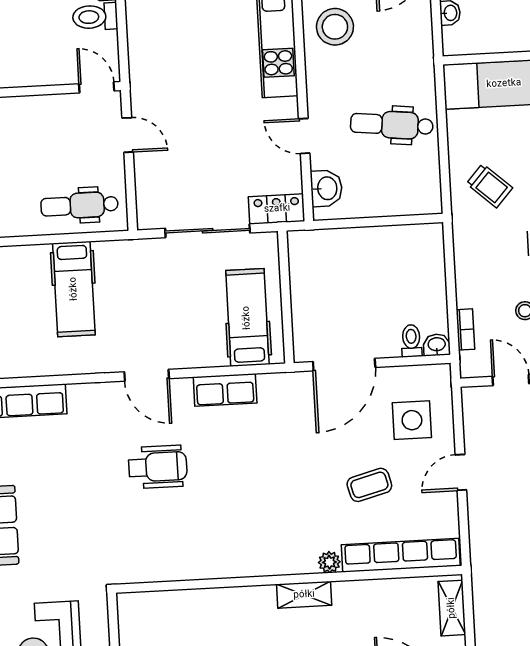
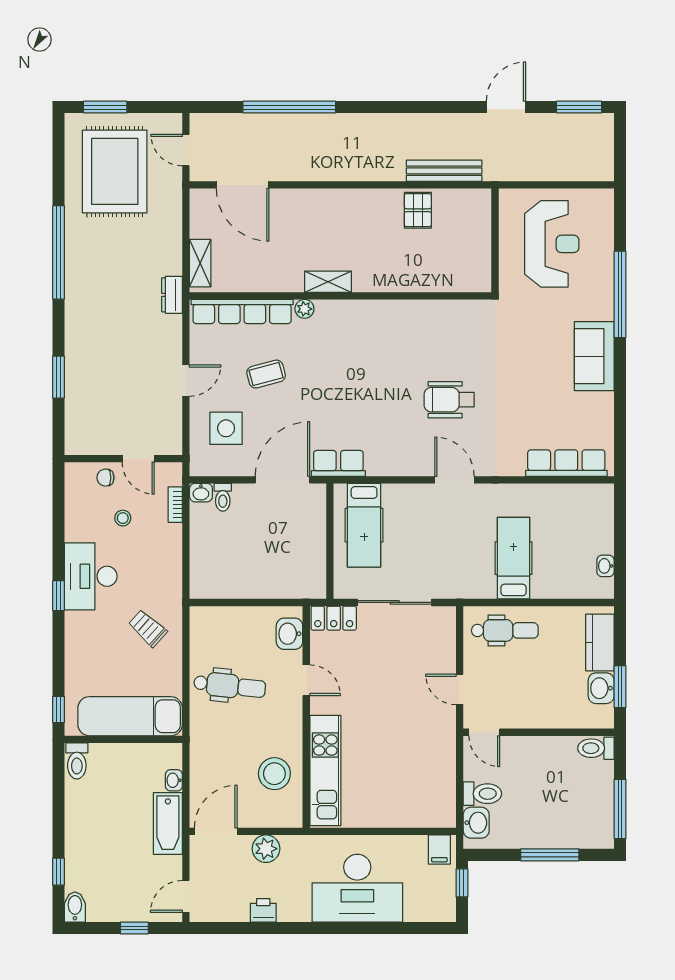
row of seats: (225, 390) -> (338, 463), moved
dresser: (482, 570) -> (172, 295), added

